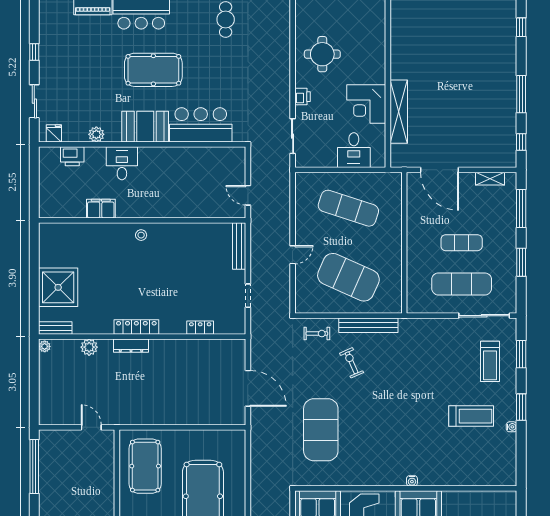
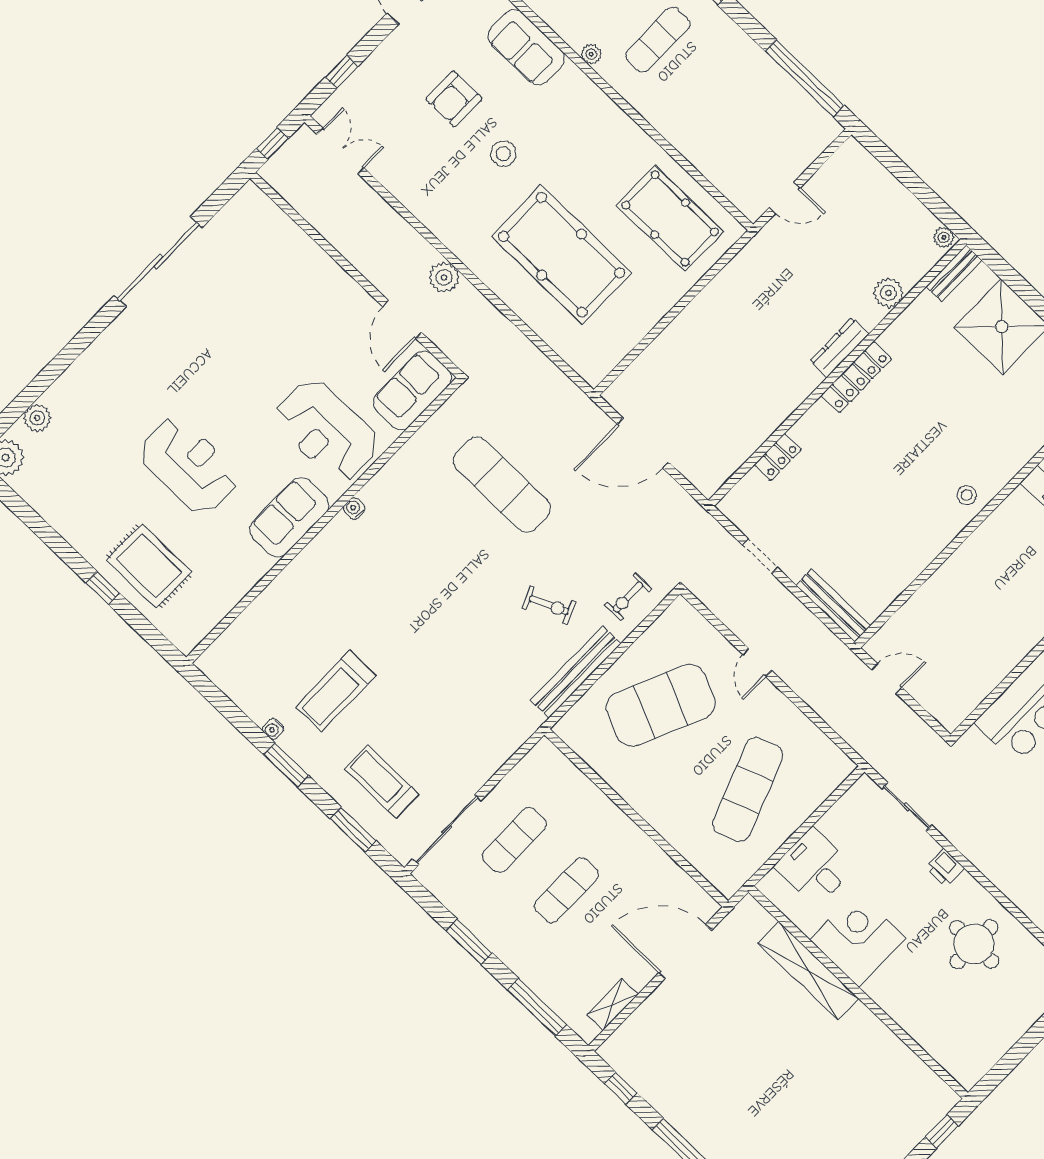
exercise mat: (348, 208) -> (748, 790), turned -39
exercise mat: (462, 284) -> (514, 840), width x0.73, depth x0.69
exercise mat: (321, 430) -> (502, 485), width x0.68
water cooler: (412, 481) -> (354, 508), moved

